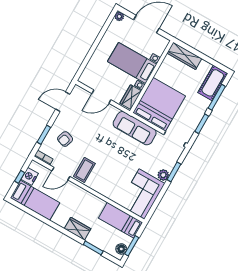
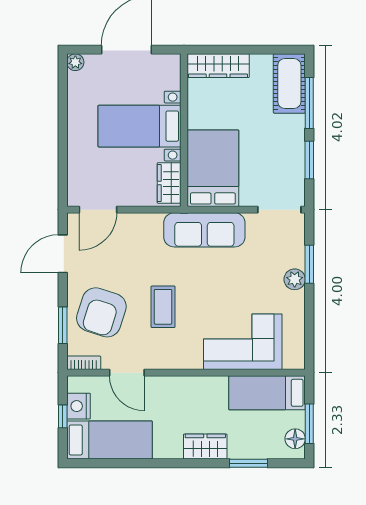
door: (101, 97) -> (98, 210), moved
bed: (159, 104) -> (213, 168), width x0.73
armchair: (65, 139) -> (101, 312), width x1.88, depth x1.88
coffee table: (84, 170) -> (163, 307), moved
door: (61, 174) -> (127, 373), hinge flipped
corner sofa: (142, 194) -> (243, 342), moved, turned 90

